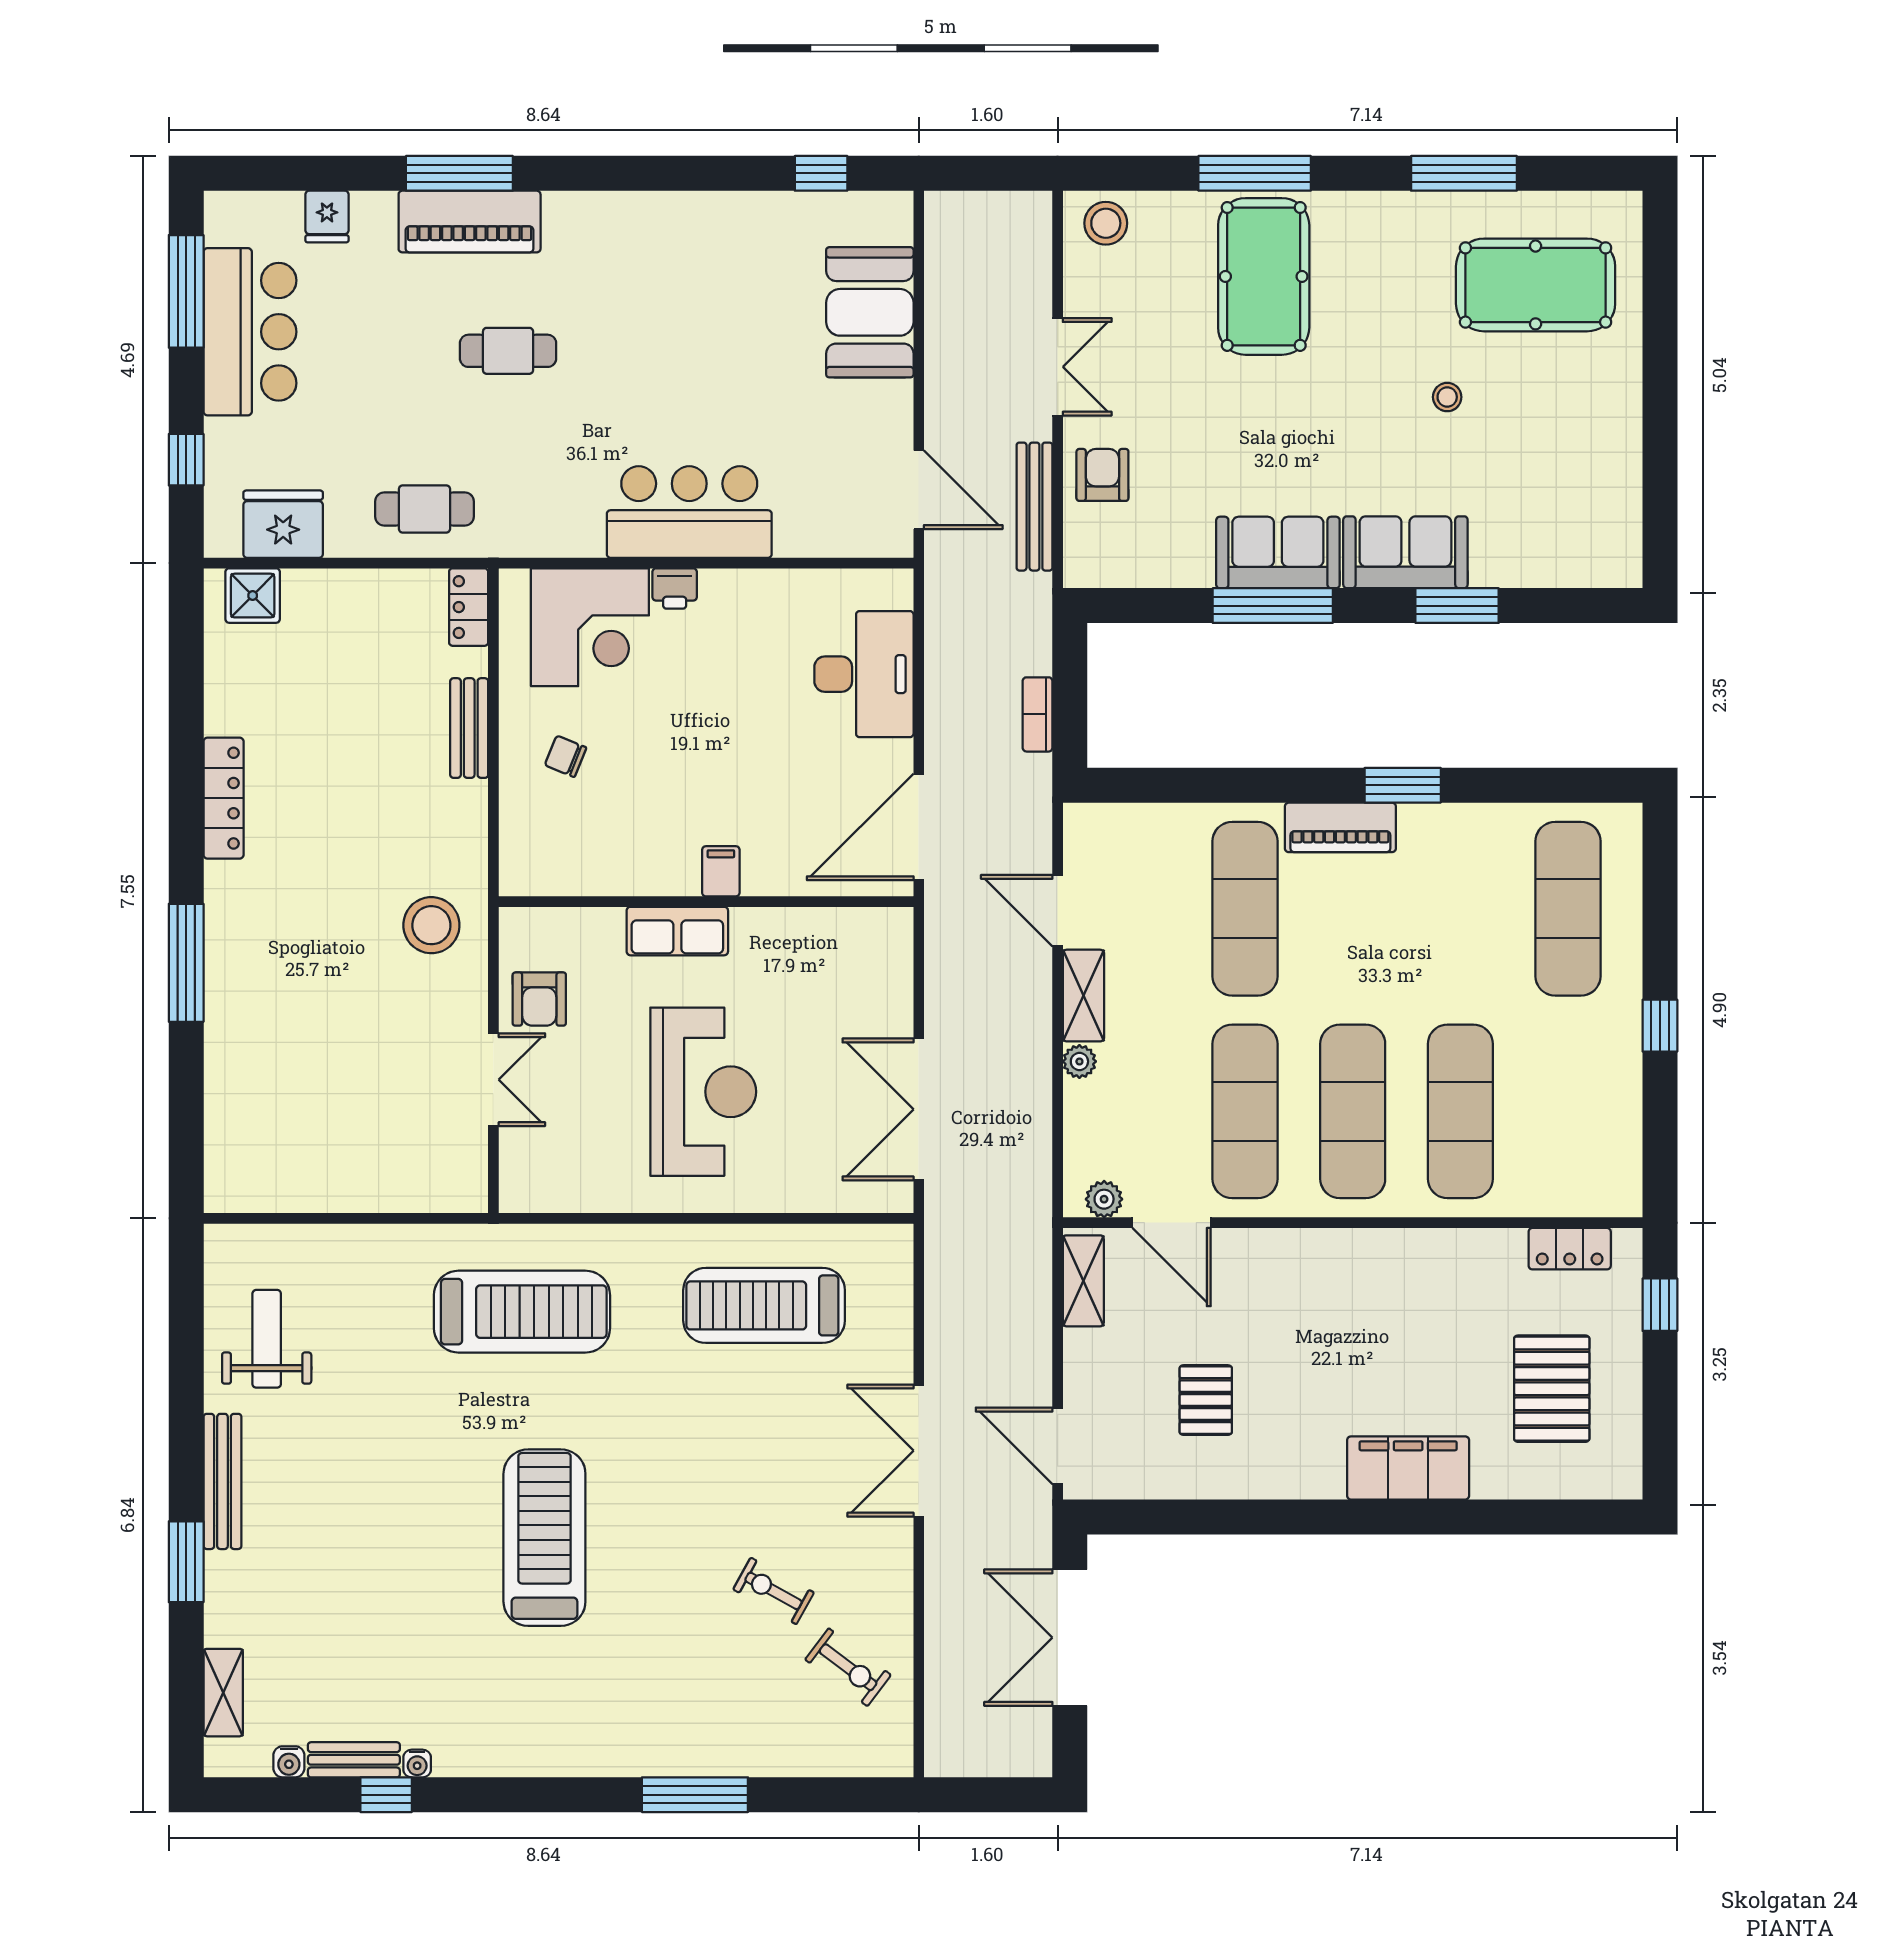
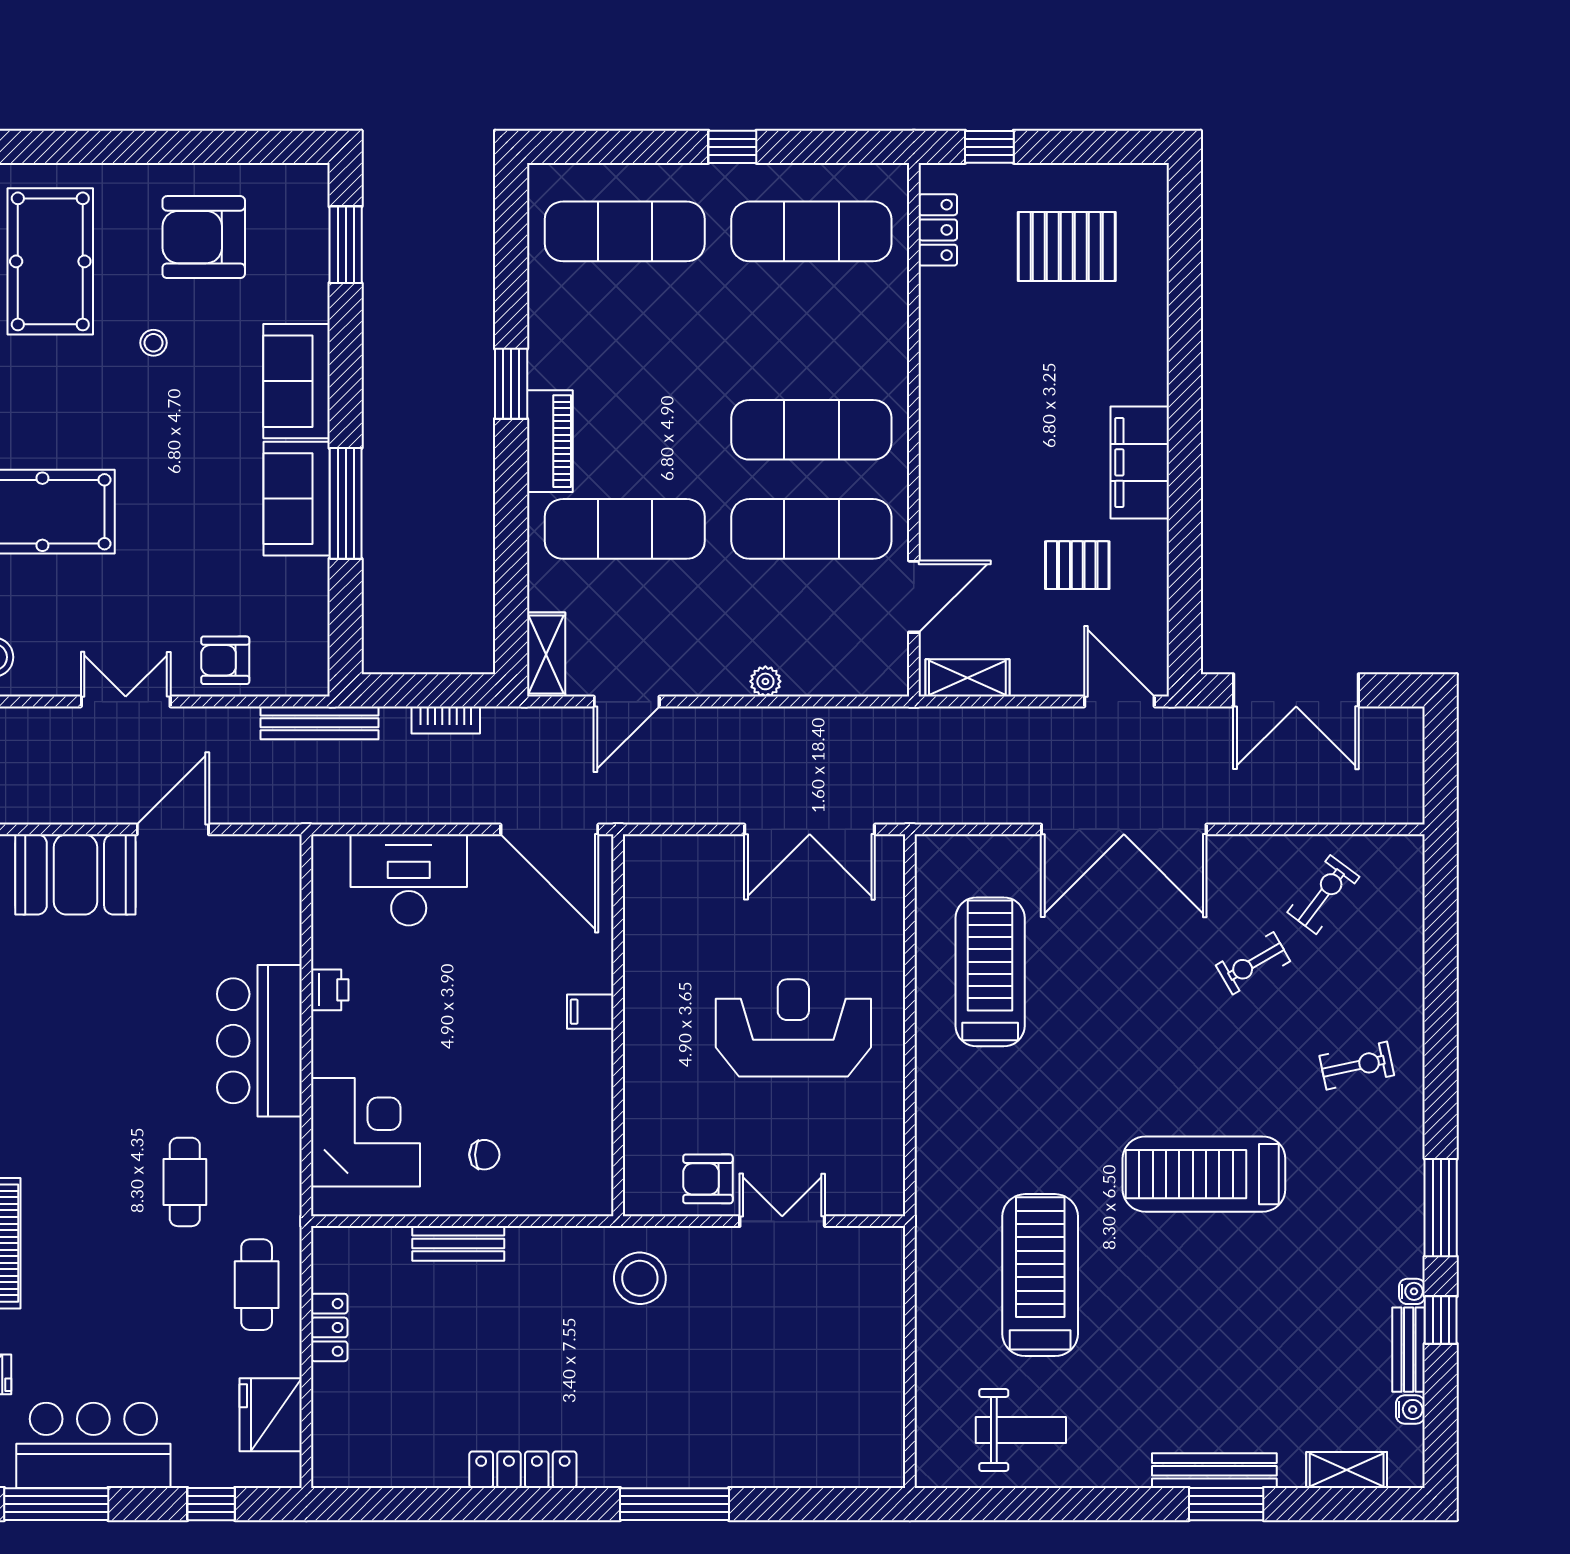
cafe table: (508, 351) -> (185, 1182), moved
armchair: (1562, 452) -> (204, 237), added
door: (919, 490) -> (173, 829), moved
bench: (1034, 507) -> (319, 723), moved
printer: (675, 589) -> (330, 990), moved
shower: (253, 596) -> (336, 1443), removed
window: (1457, 606) -> (346, 245), moved
locker: (469, 607) -> (329, 1327), moved, turned -90
chair: (566, 756) -> (484, 1155), turned -112
row of seats: (677, 931) -> (645, 1052), removed
shelving: (1083, 996) -> (546, 655), moved, turned 90
armchair: (539, 999) -> (708, 1179), turned 180
exercise mat: (1460, 1111) -> (811, 231), moved
plant: (1104, 1199) -> (892, 659), removed
treadmill: (764, 1305) -> (990, 972), turned 180
treadmill: (522, 1312) -> (1040, 1275), moved
weight bench: (267, 1339) -> (1021, 1430), turned 180
door: (1058, 1446) -> (1119, 702), swing flipped
double door: (919, 1451) -> (1124, 829), width x1.36
filing cabinet: (1408, 1468) -> (1140, 462), moved
bench: (222, 1481) -> (1214, 1471), moved
exercise bike: (774, 1591) -> (1253, 963), turned 31
exercise bike: (662, 1704) -> (1357, 1066), added
window: (695, 1795) -> (1441, 1208), moved

